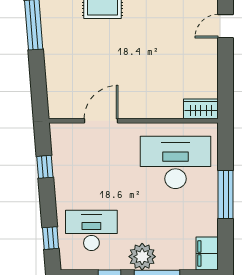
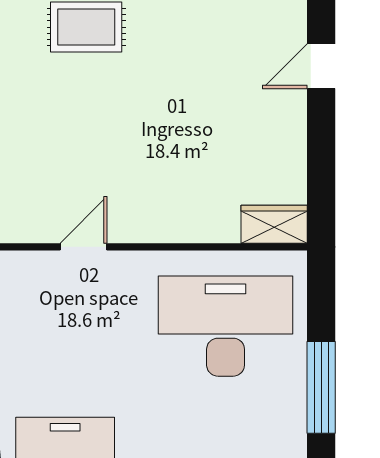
door: (101, 121) -> (84, 247), width x0.73

